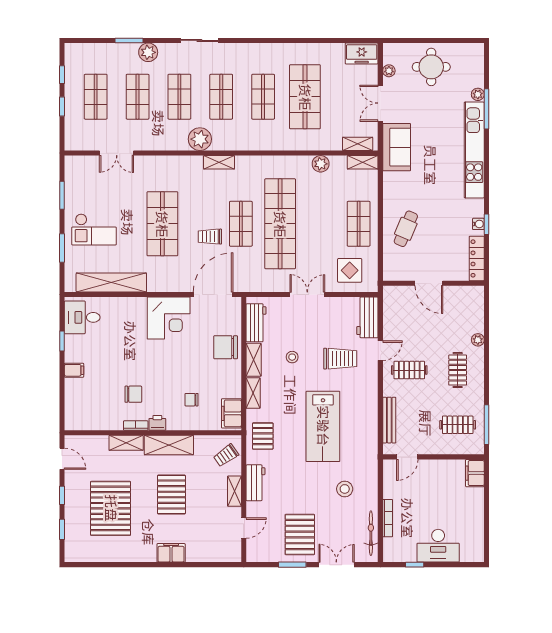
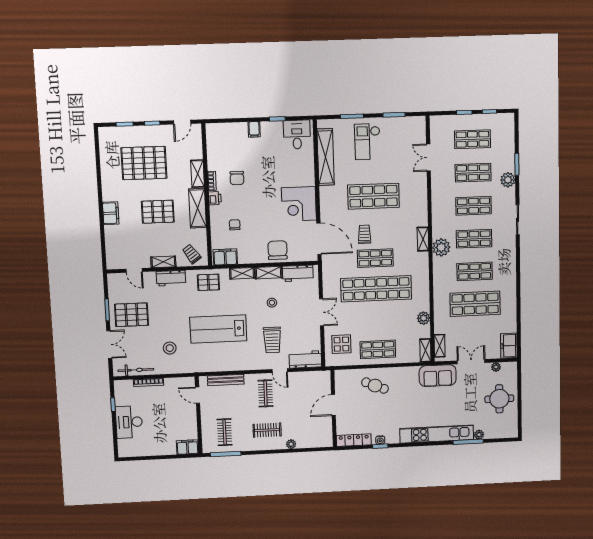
plant: (200, 139) -> (441, 247), moved

